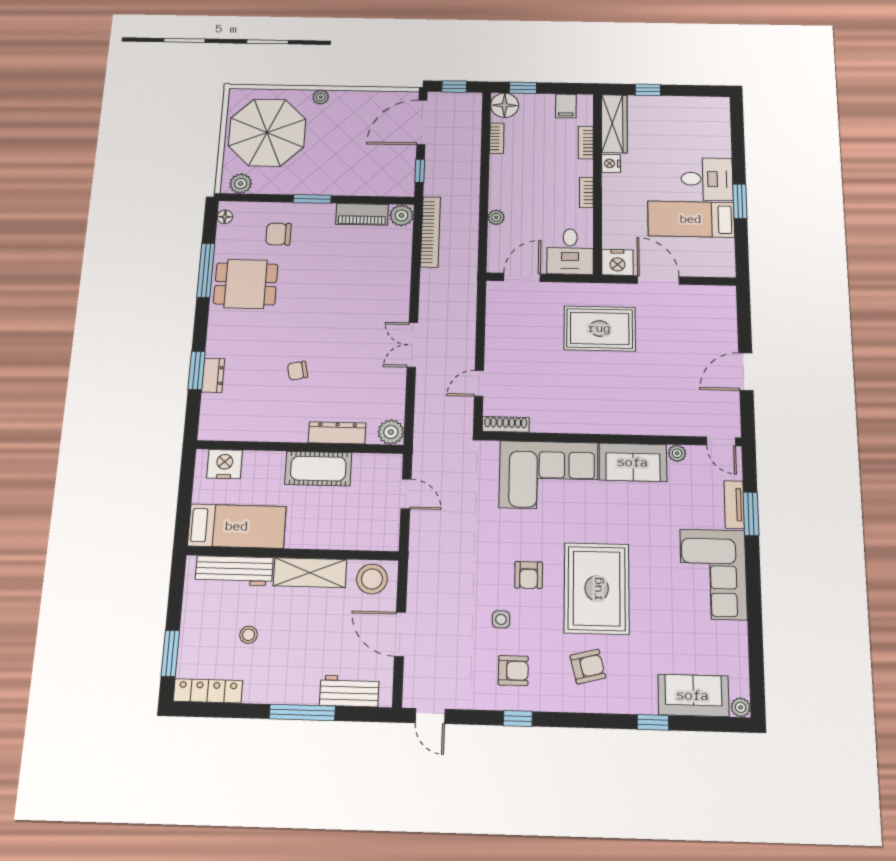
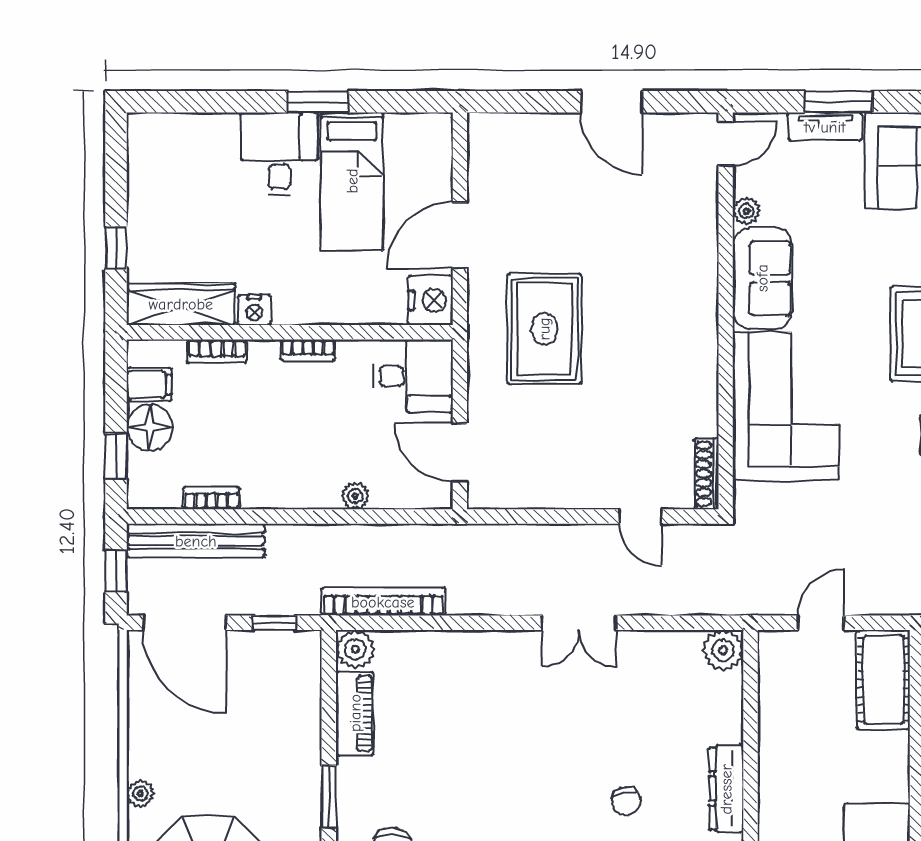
floor lamp: (505, 105) -> (150, 427), moved
bench: (471, 129) -> (196, 541), added
dresser: (337, 433) -> (726, 789), moved
cot: (318, 469) -> (883, 680), moved

